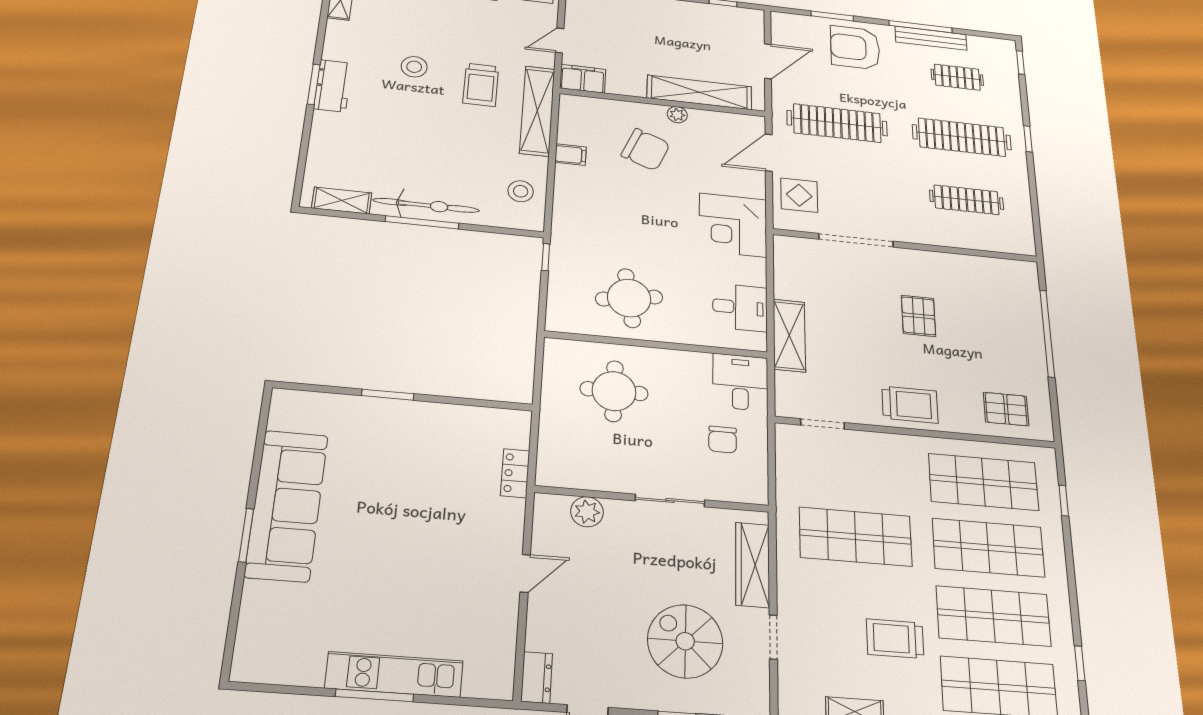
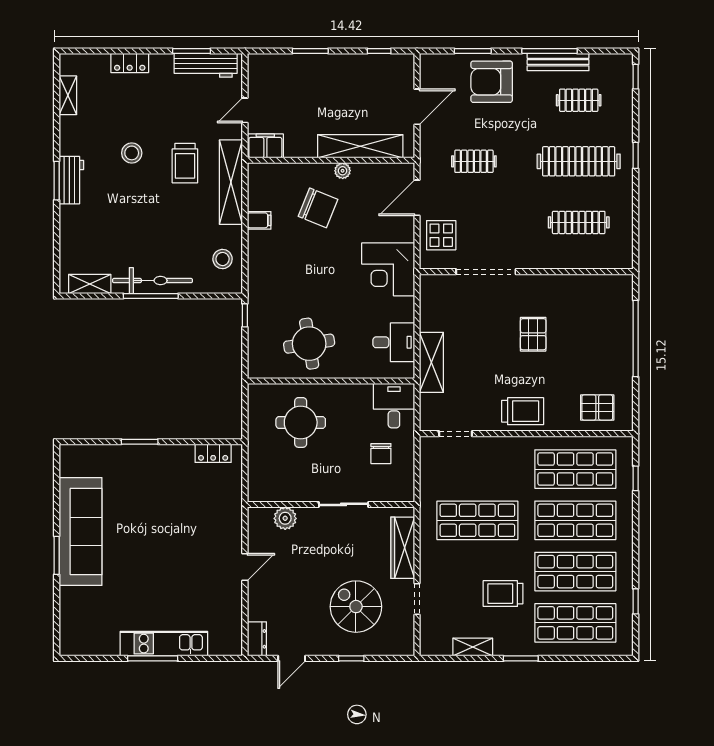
clothes rail: (837, 123) -> (474, 161), width x0.54, depth x0.76
locker: (515, 473) -> (213, 453), moved, turned -90

